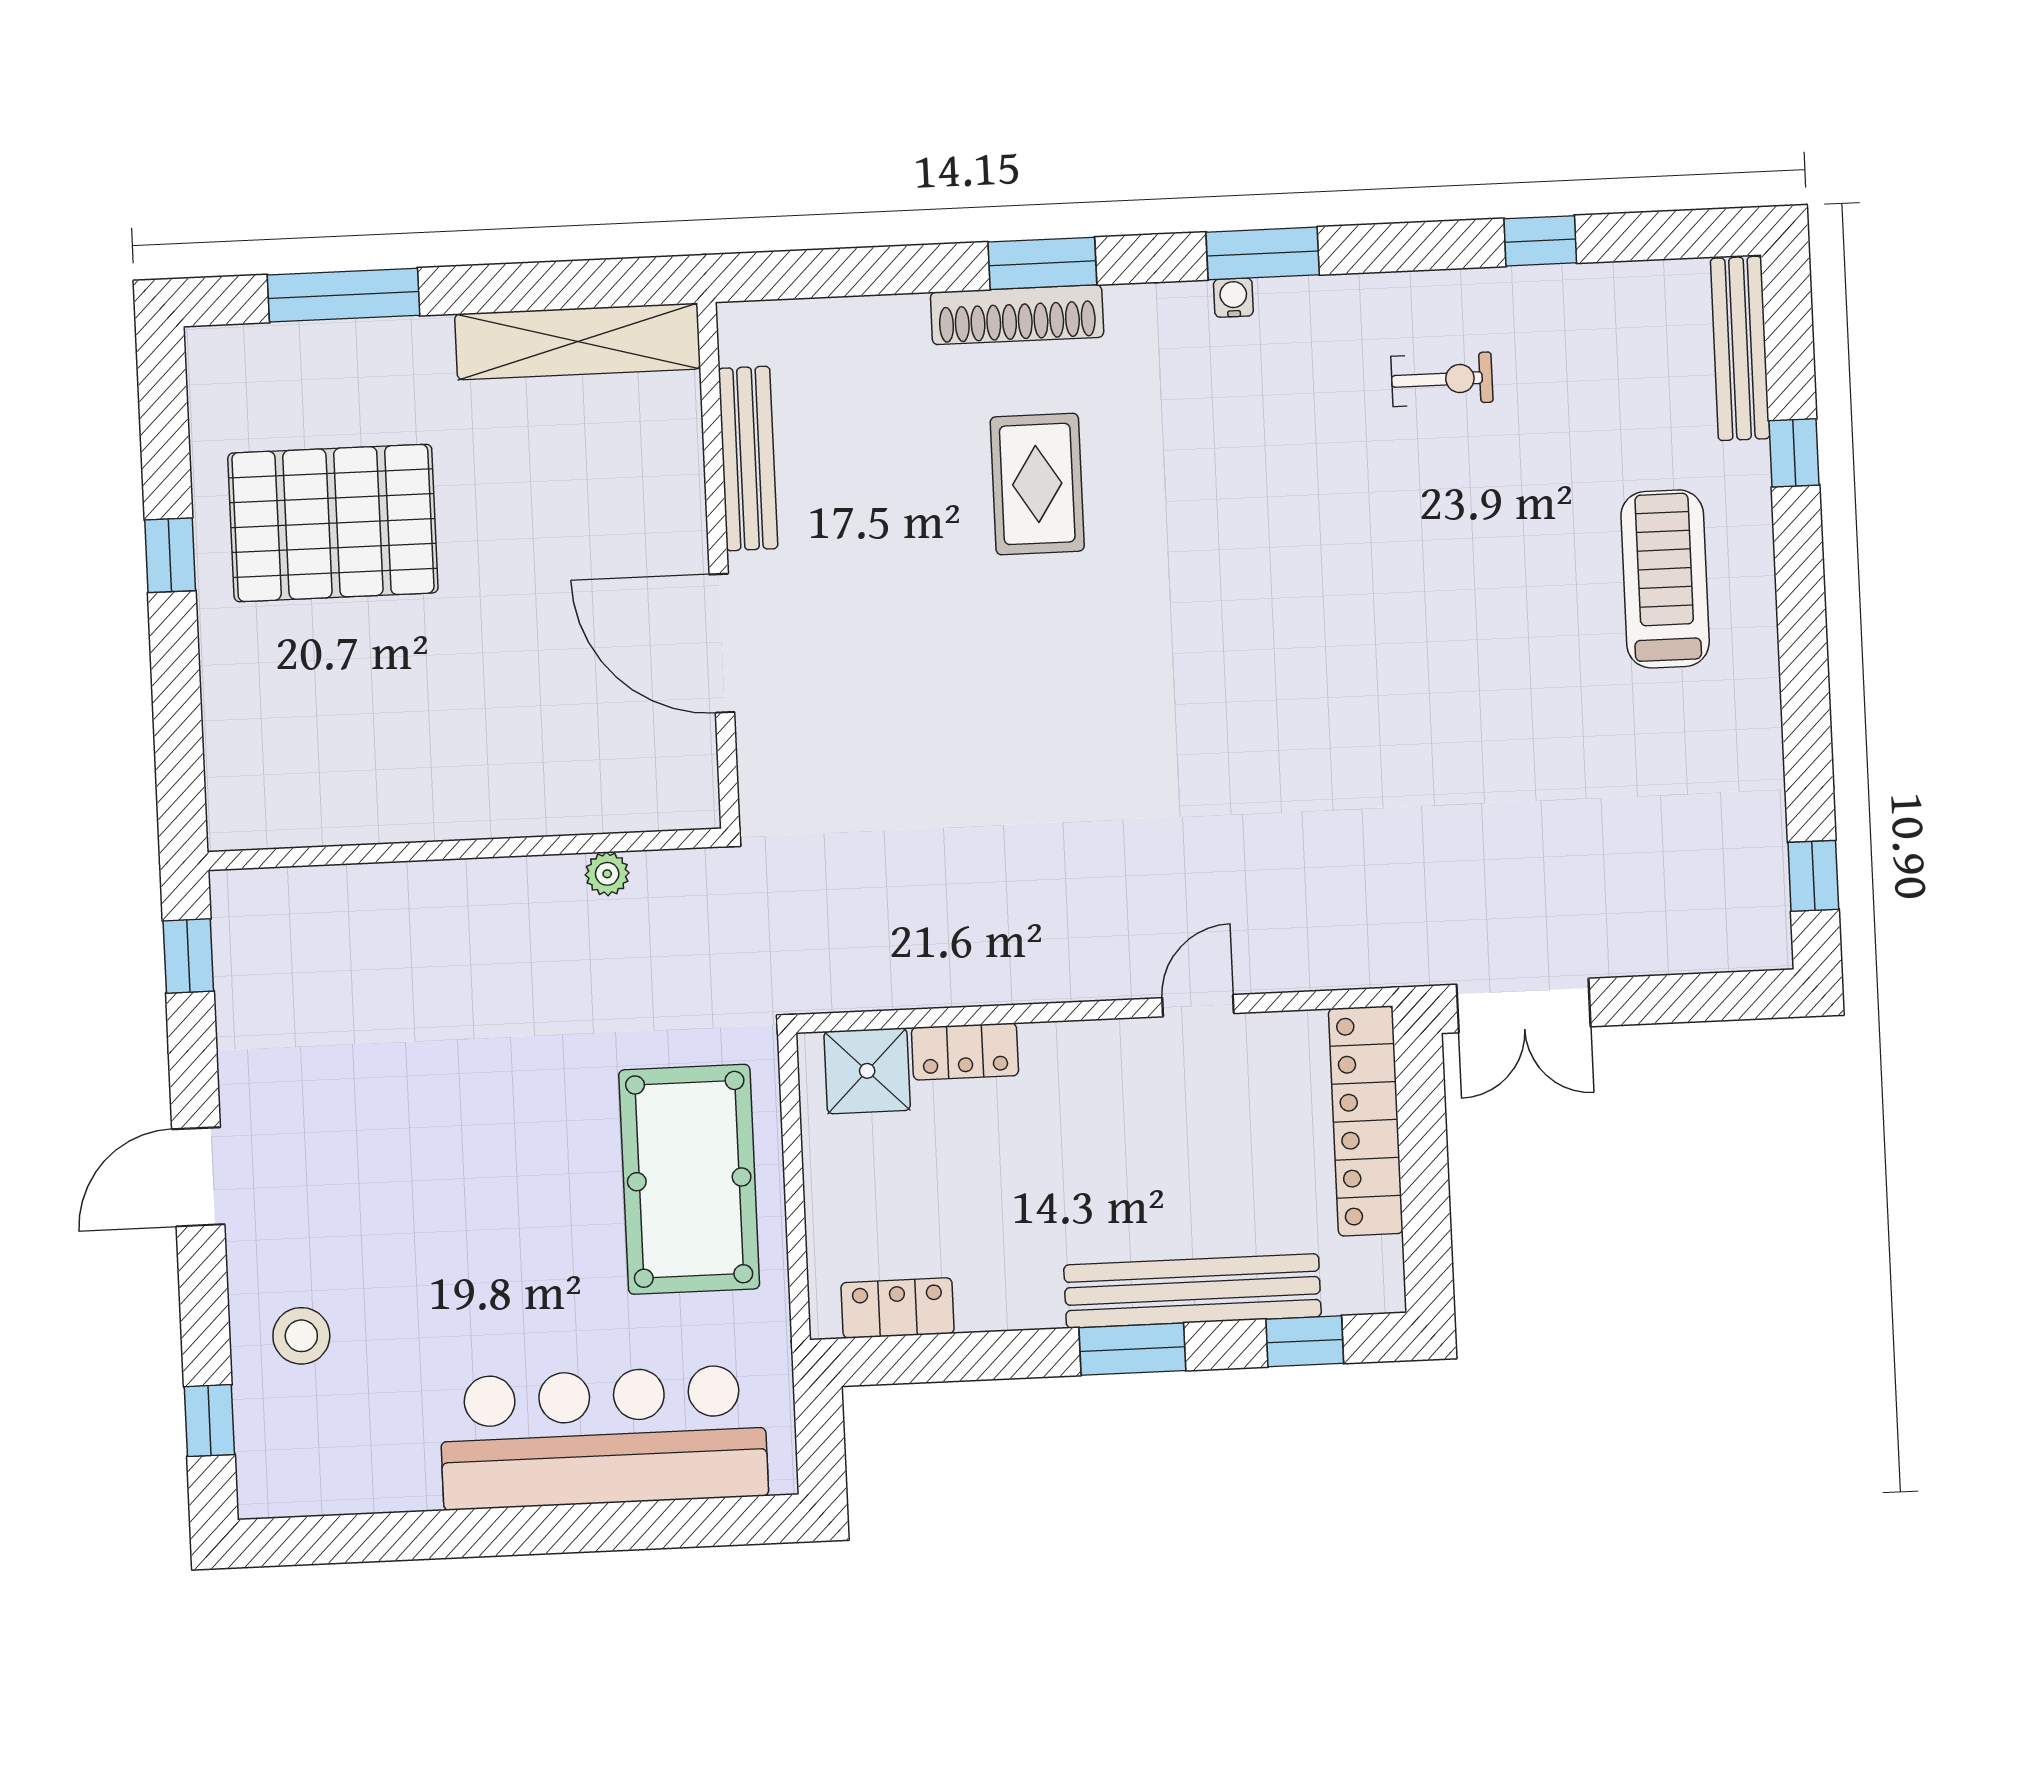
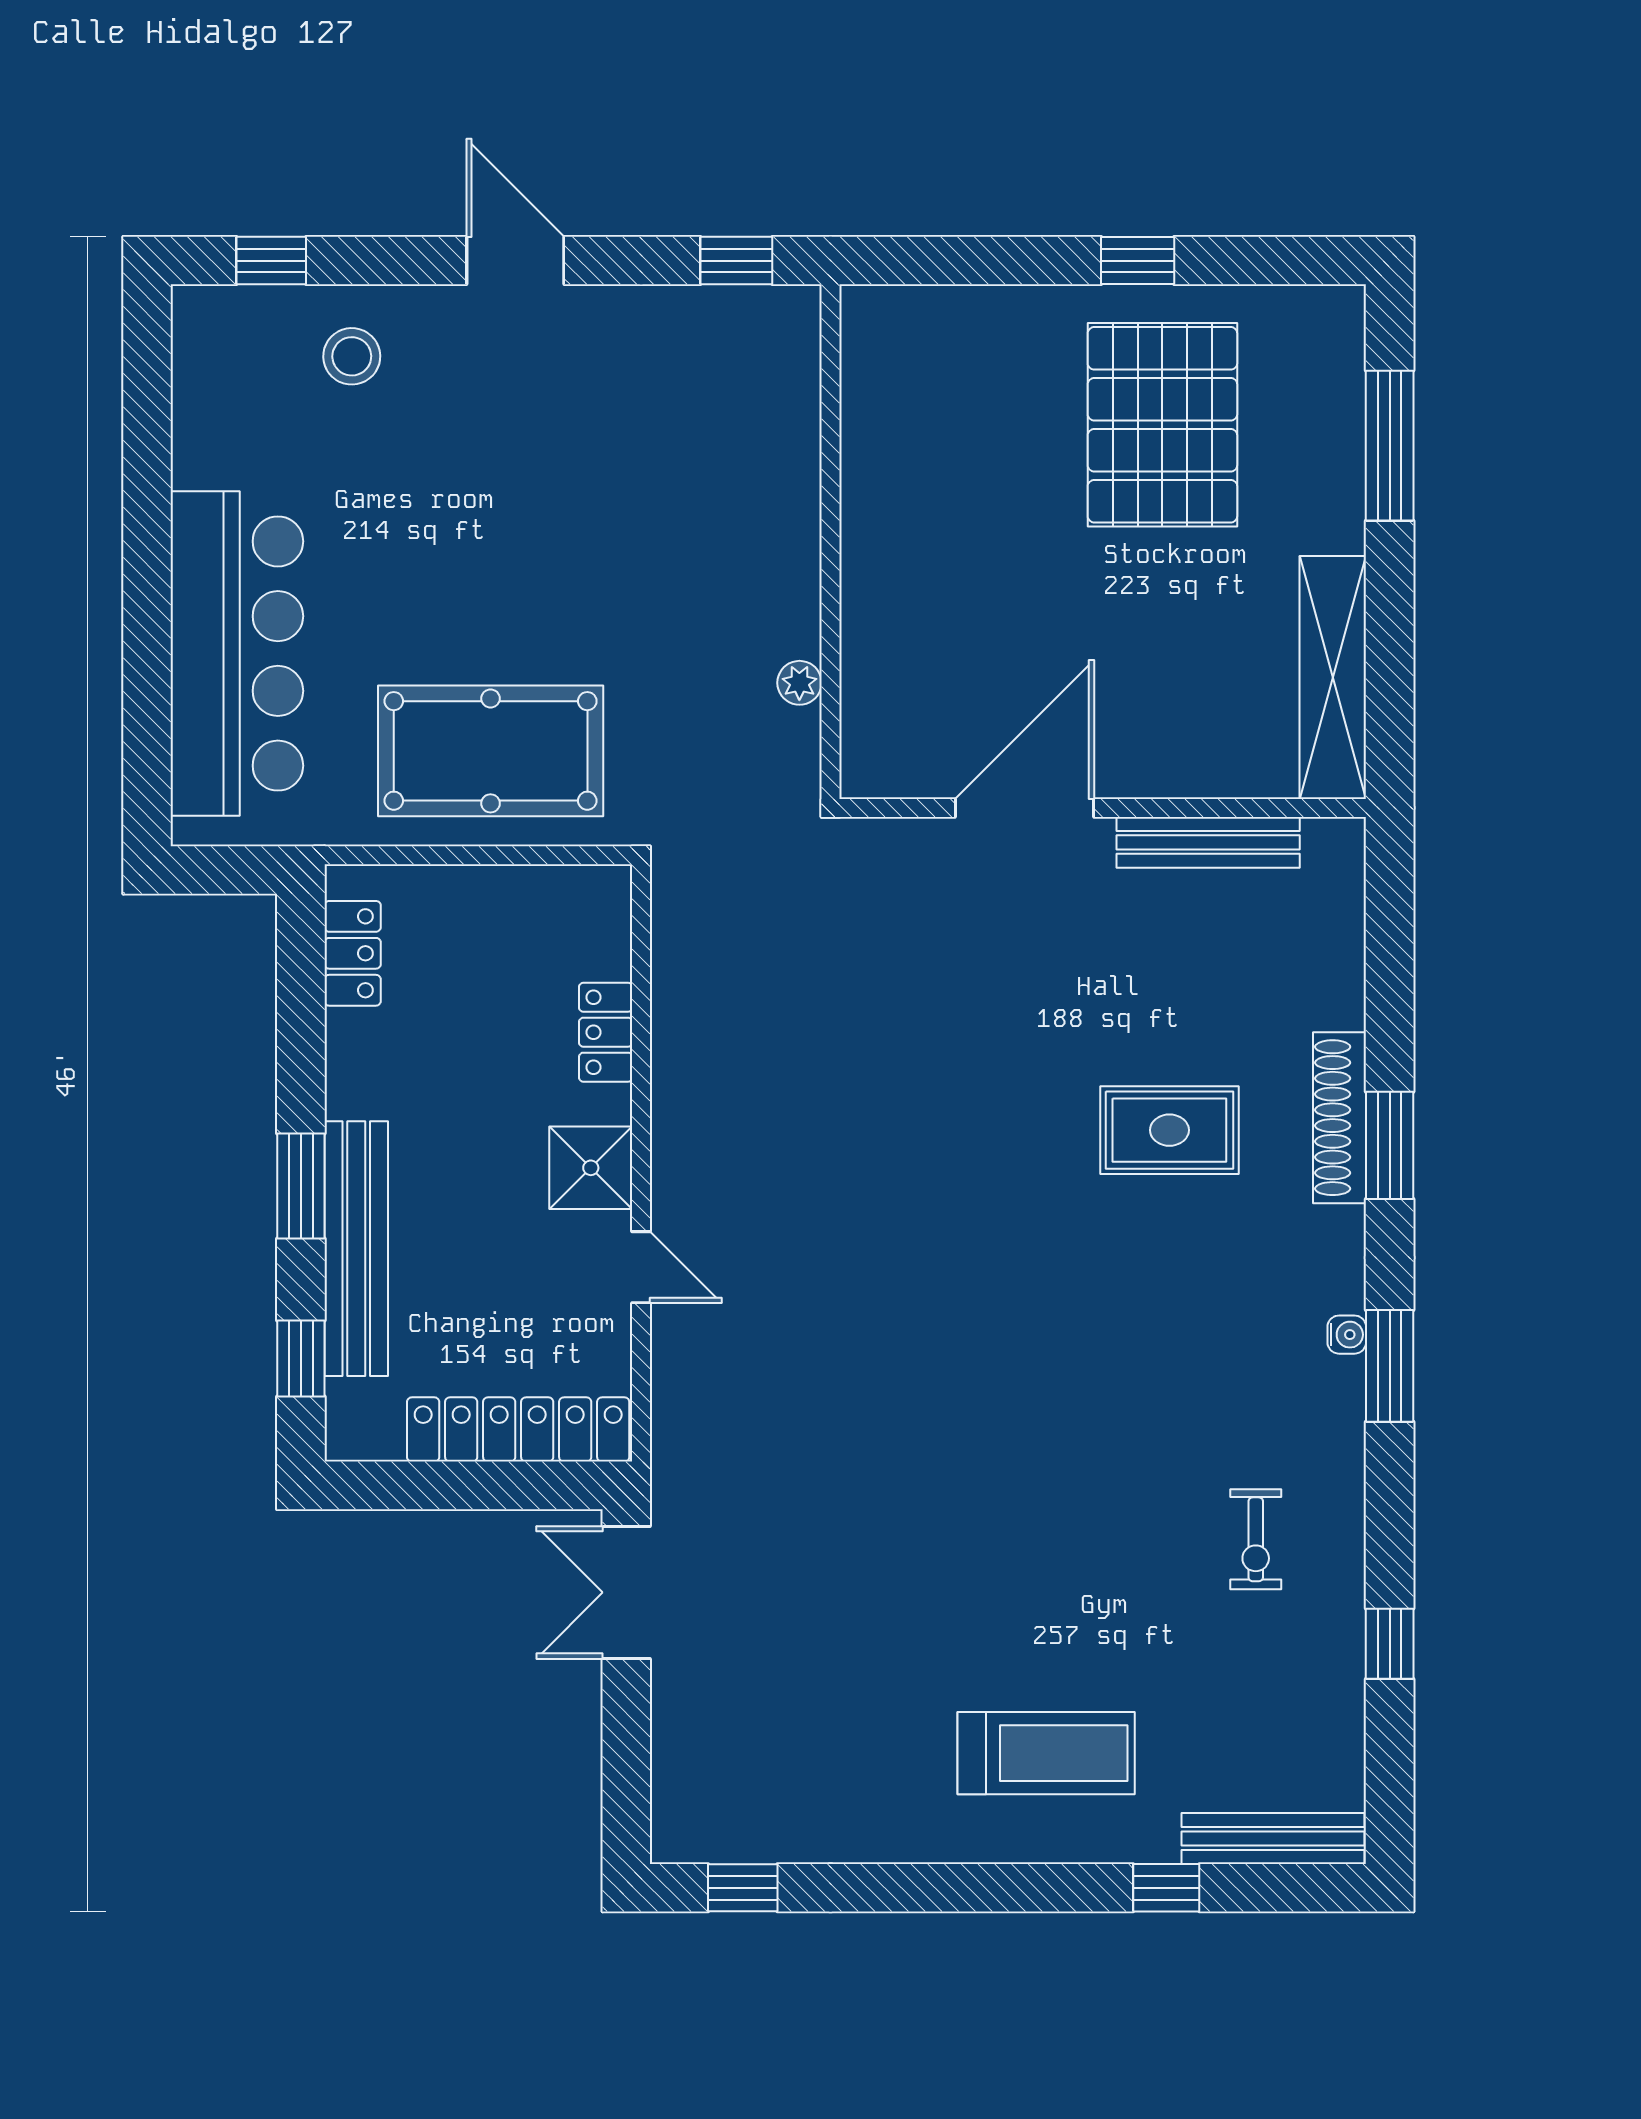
shower: (867, 1071) -> (591, 1168), moved

